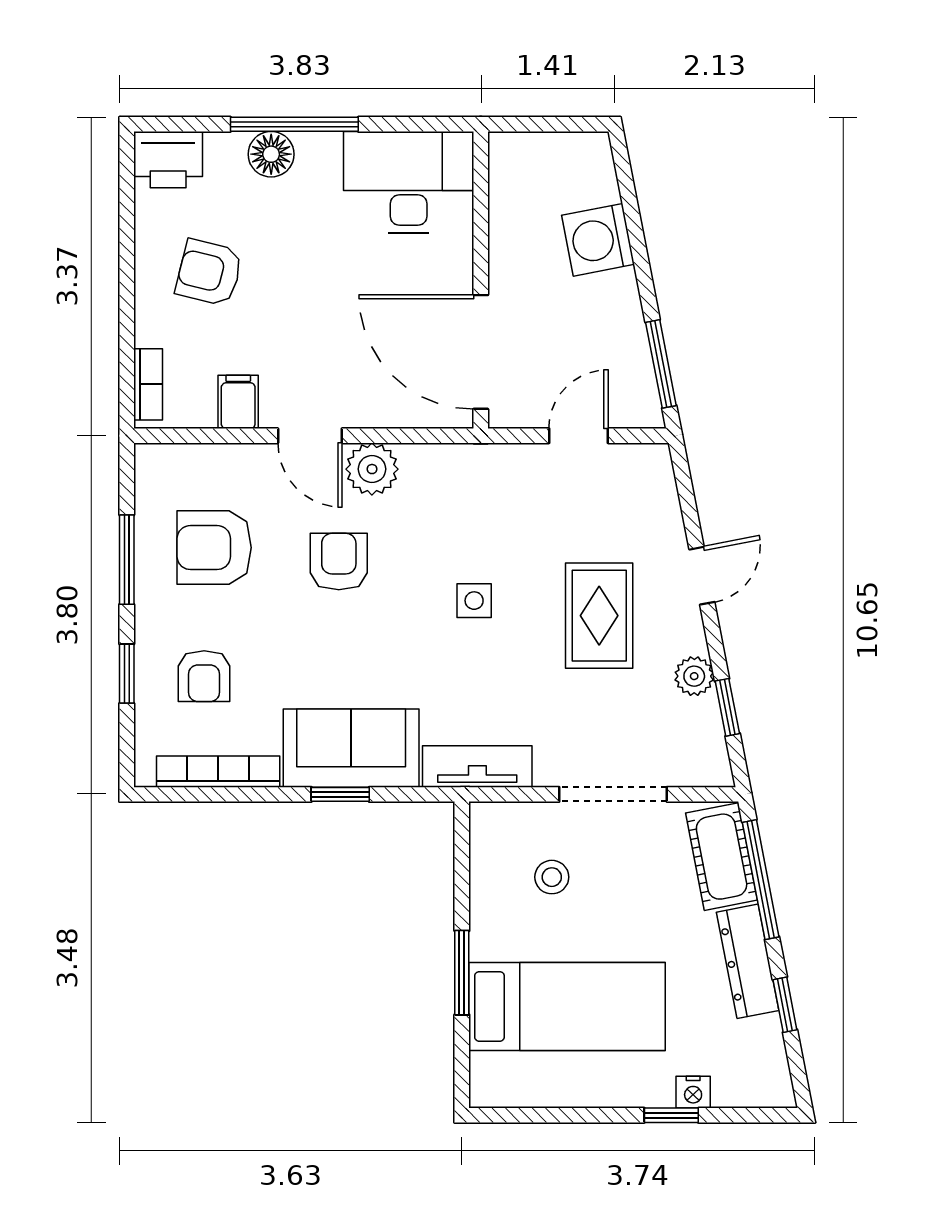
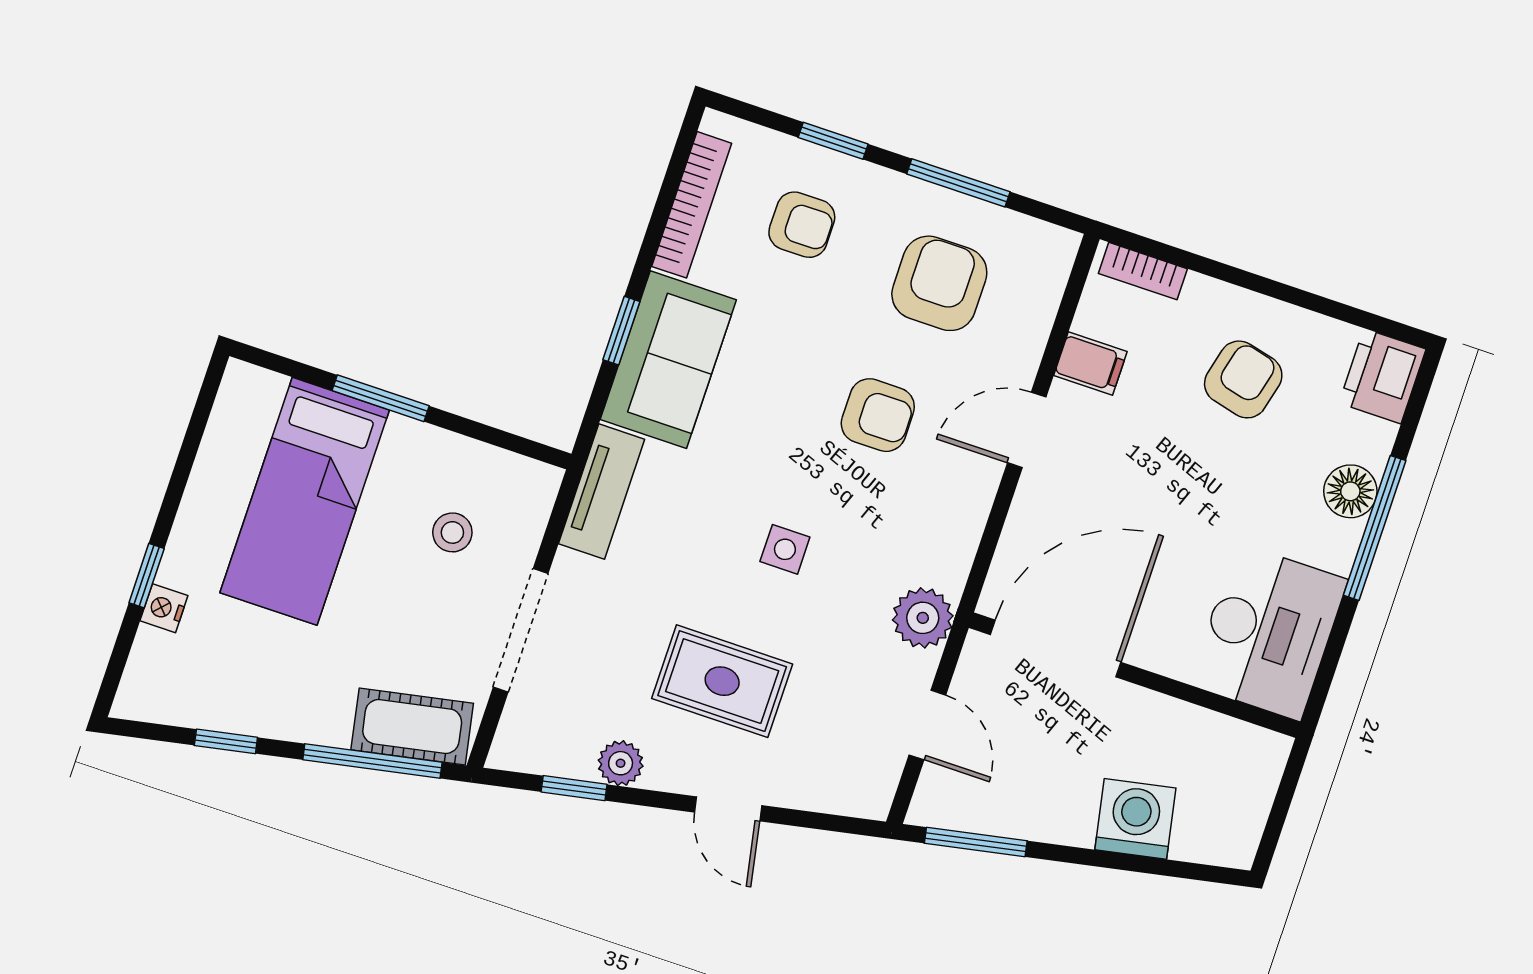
plant: (372, 469) -> (923, 618), moved
armchair: (204, 676) -> (802, 225), turned 180
dresser: (748, 961) -> (288, 716), removed

